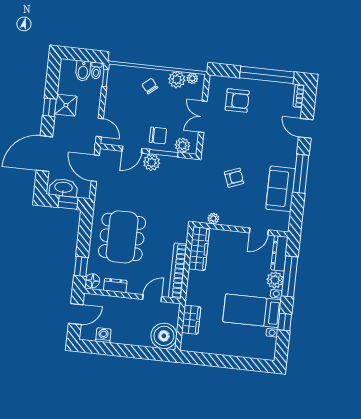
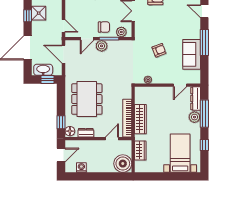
wardrobe: (199, 249) -> (140, 119), moved
bed with nightstands: (252, 311) -> (180, 153), moved, turned 90

